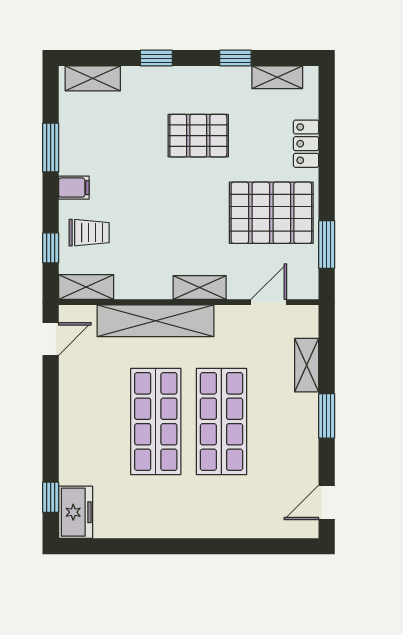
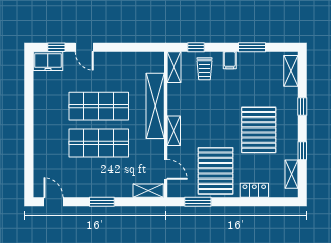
pallet: (198, 136) -> (259, 130), width x1.37, depth x1.41
door: (51, 339) -> (84, 47), moved
shelving: (307, 365) -> (148, 191), moved

